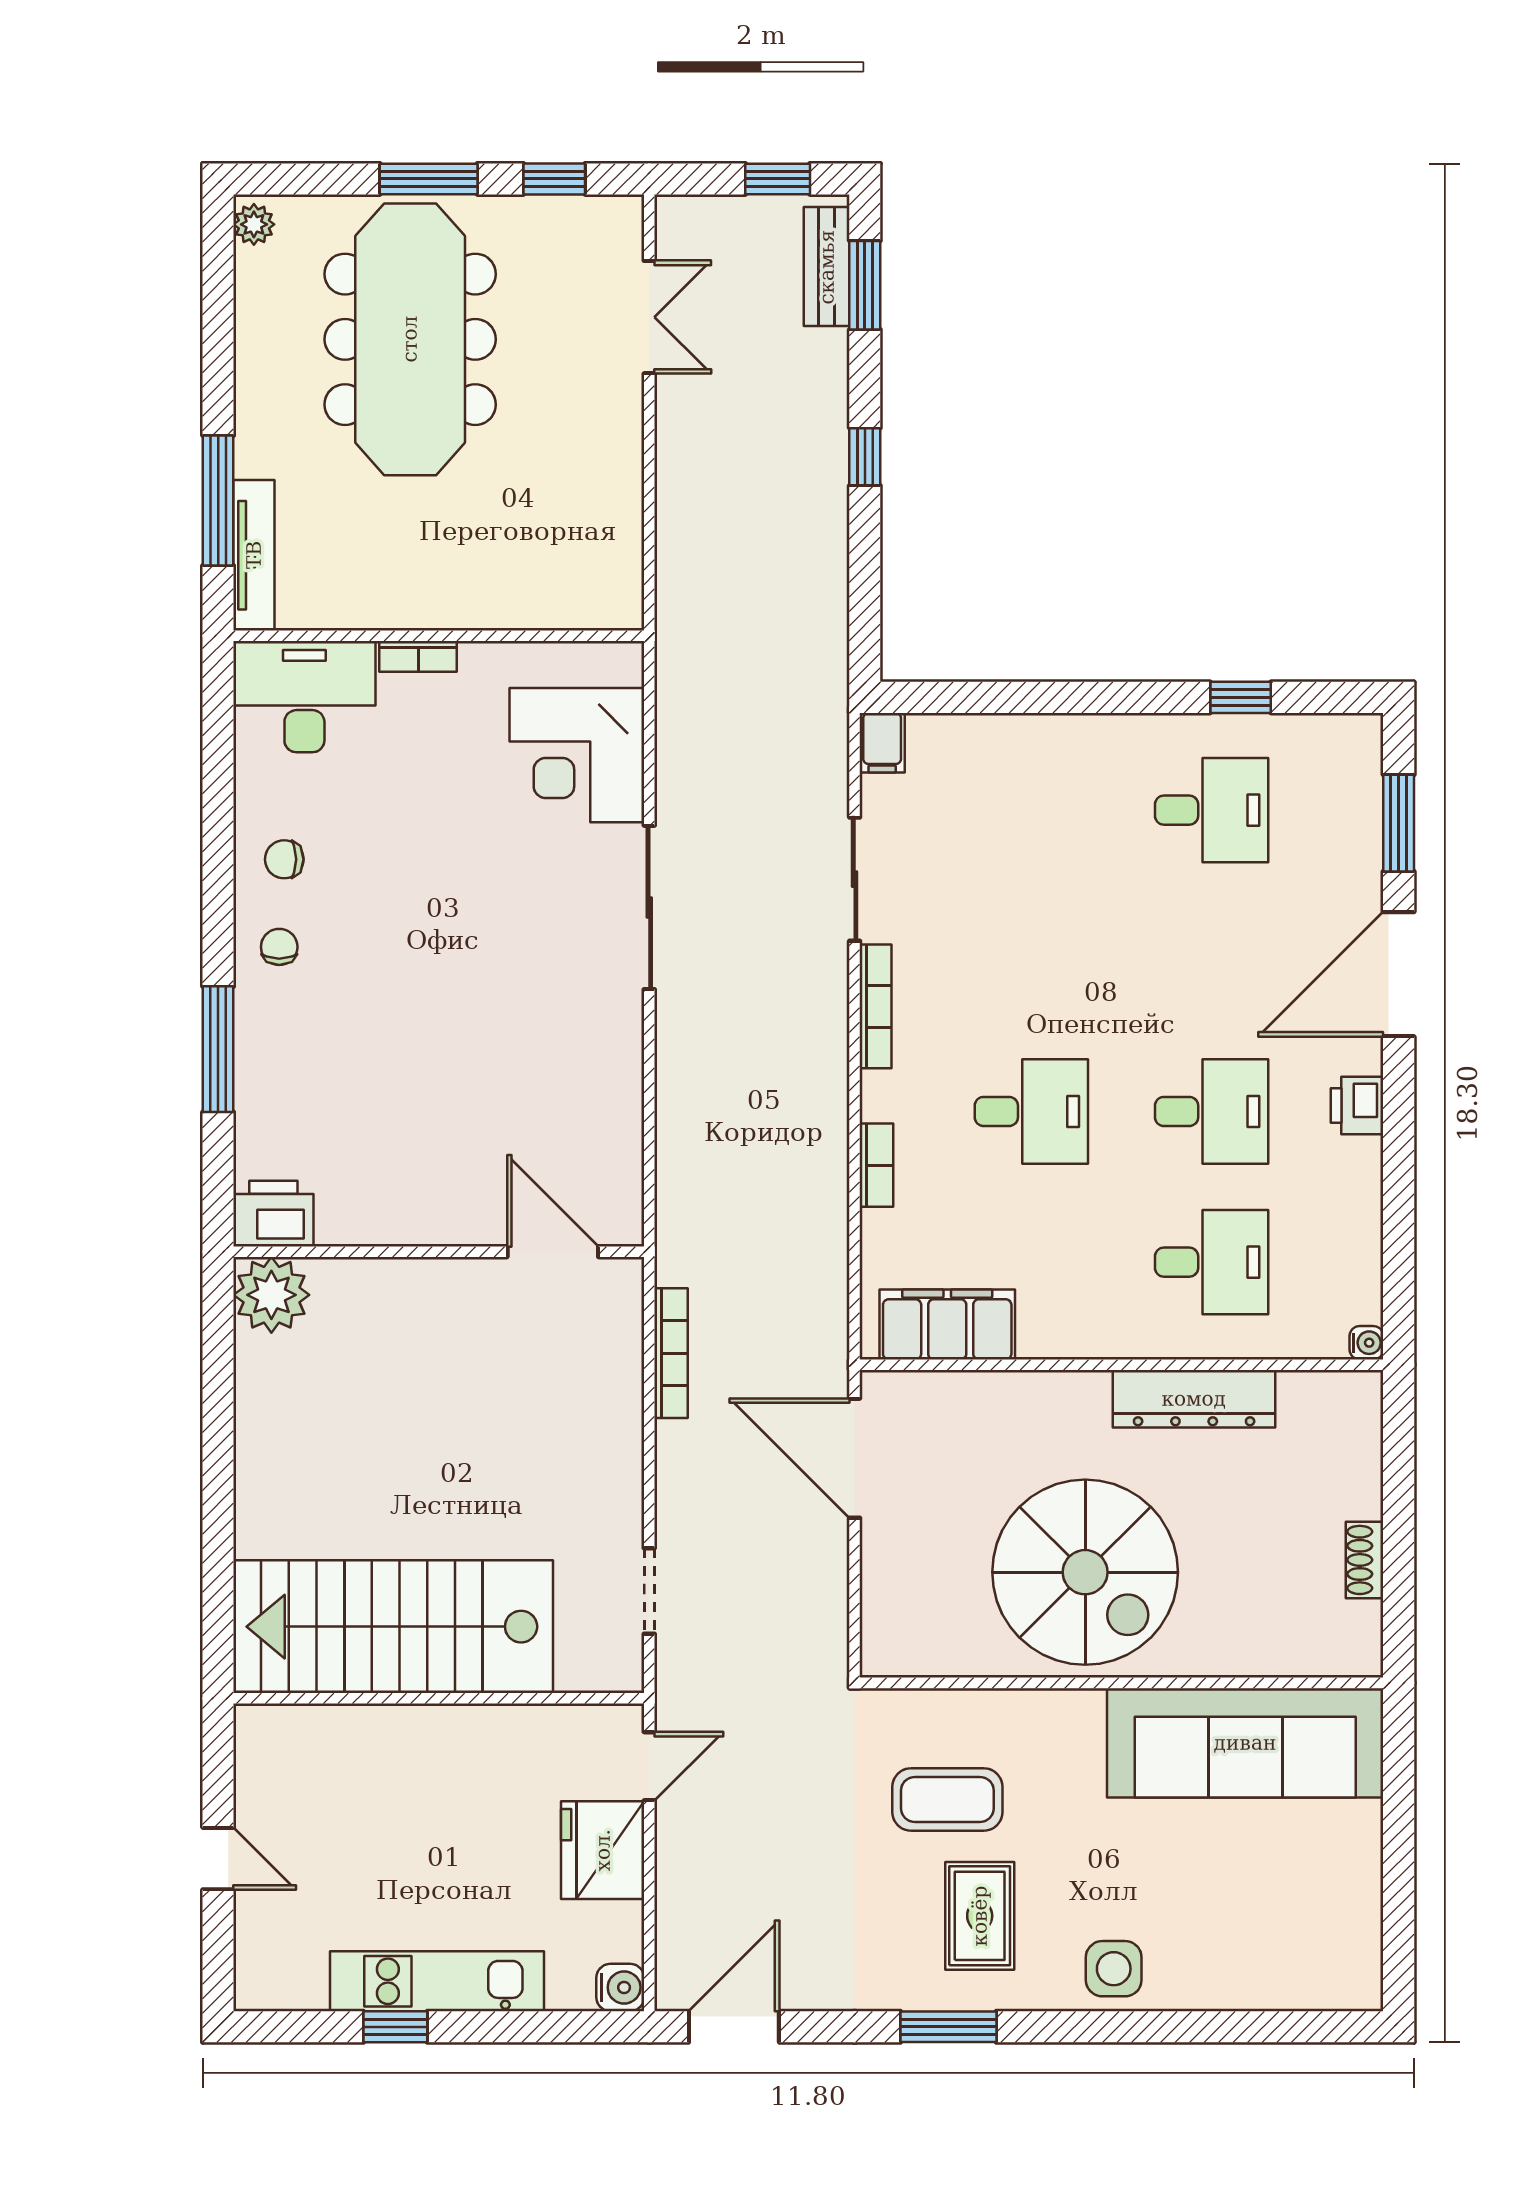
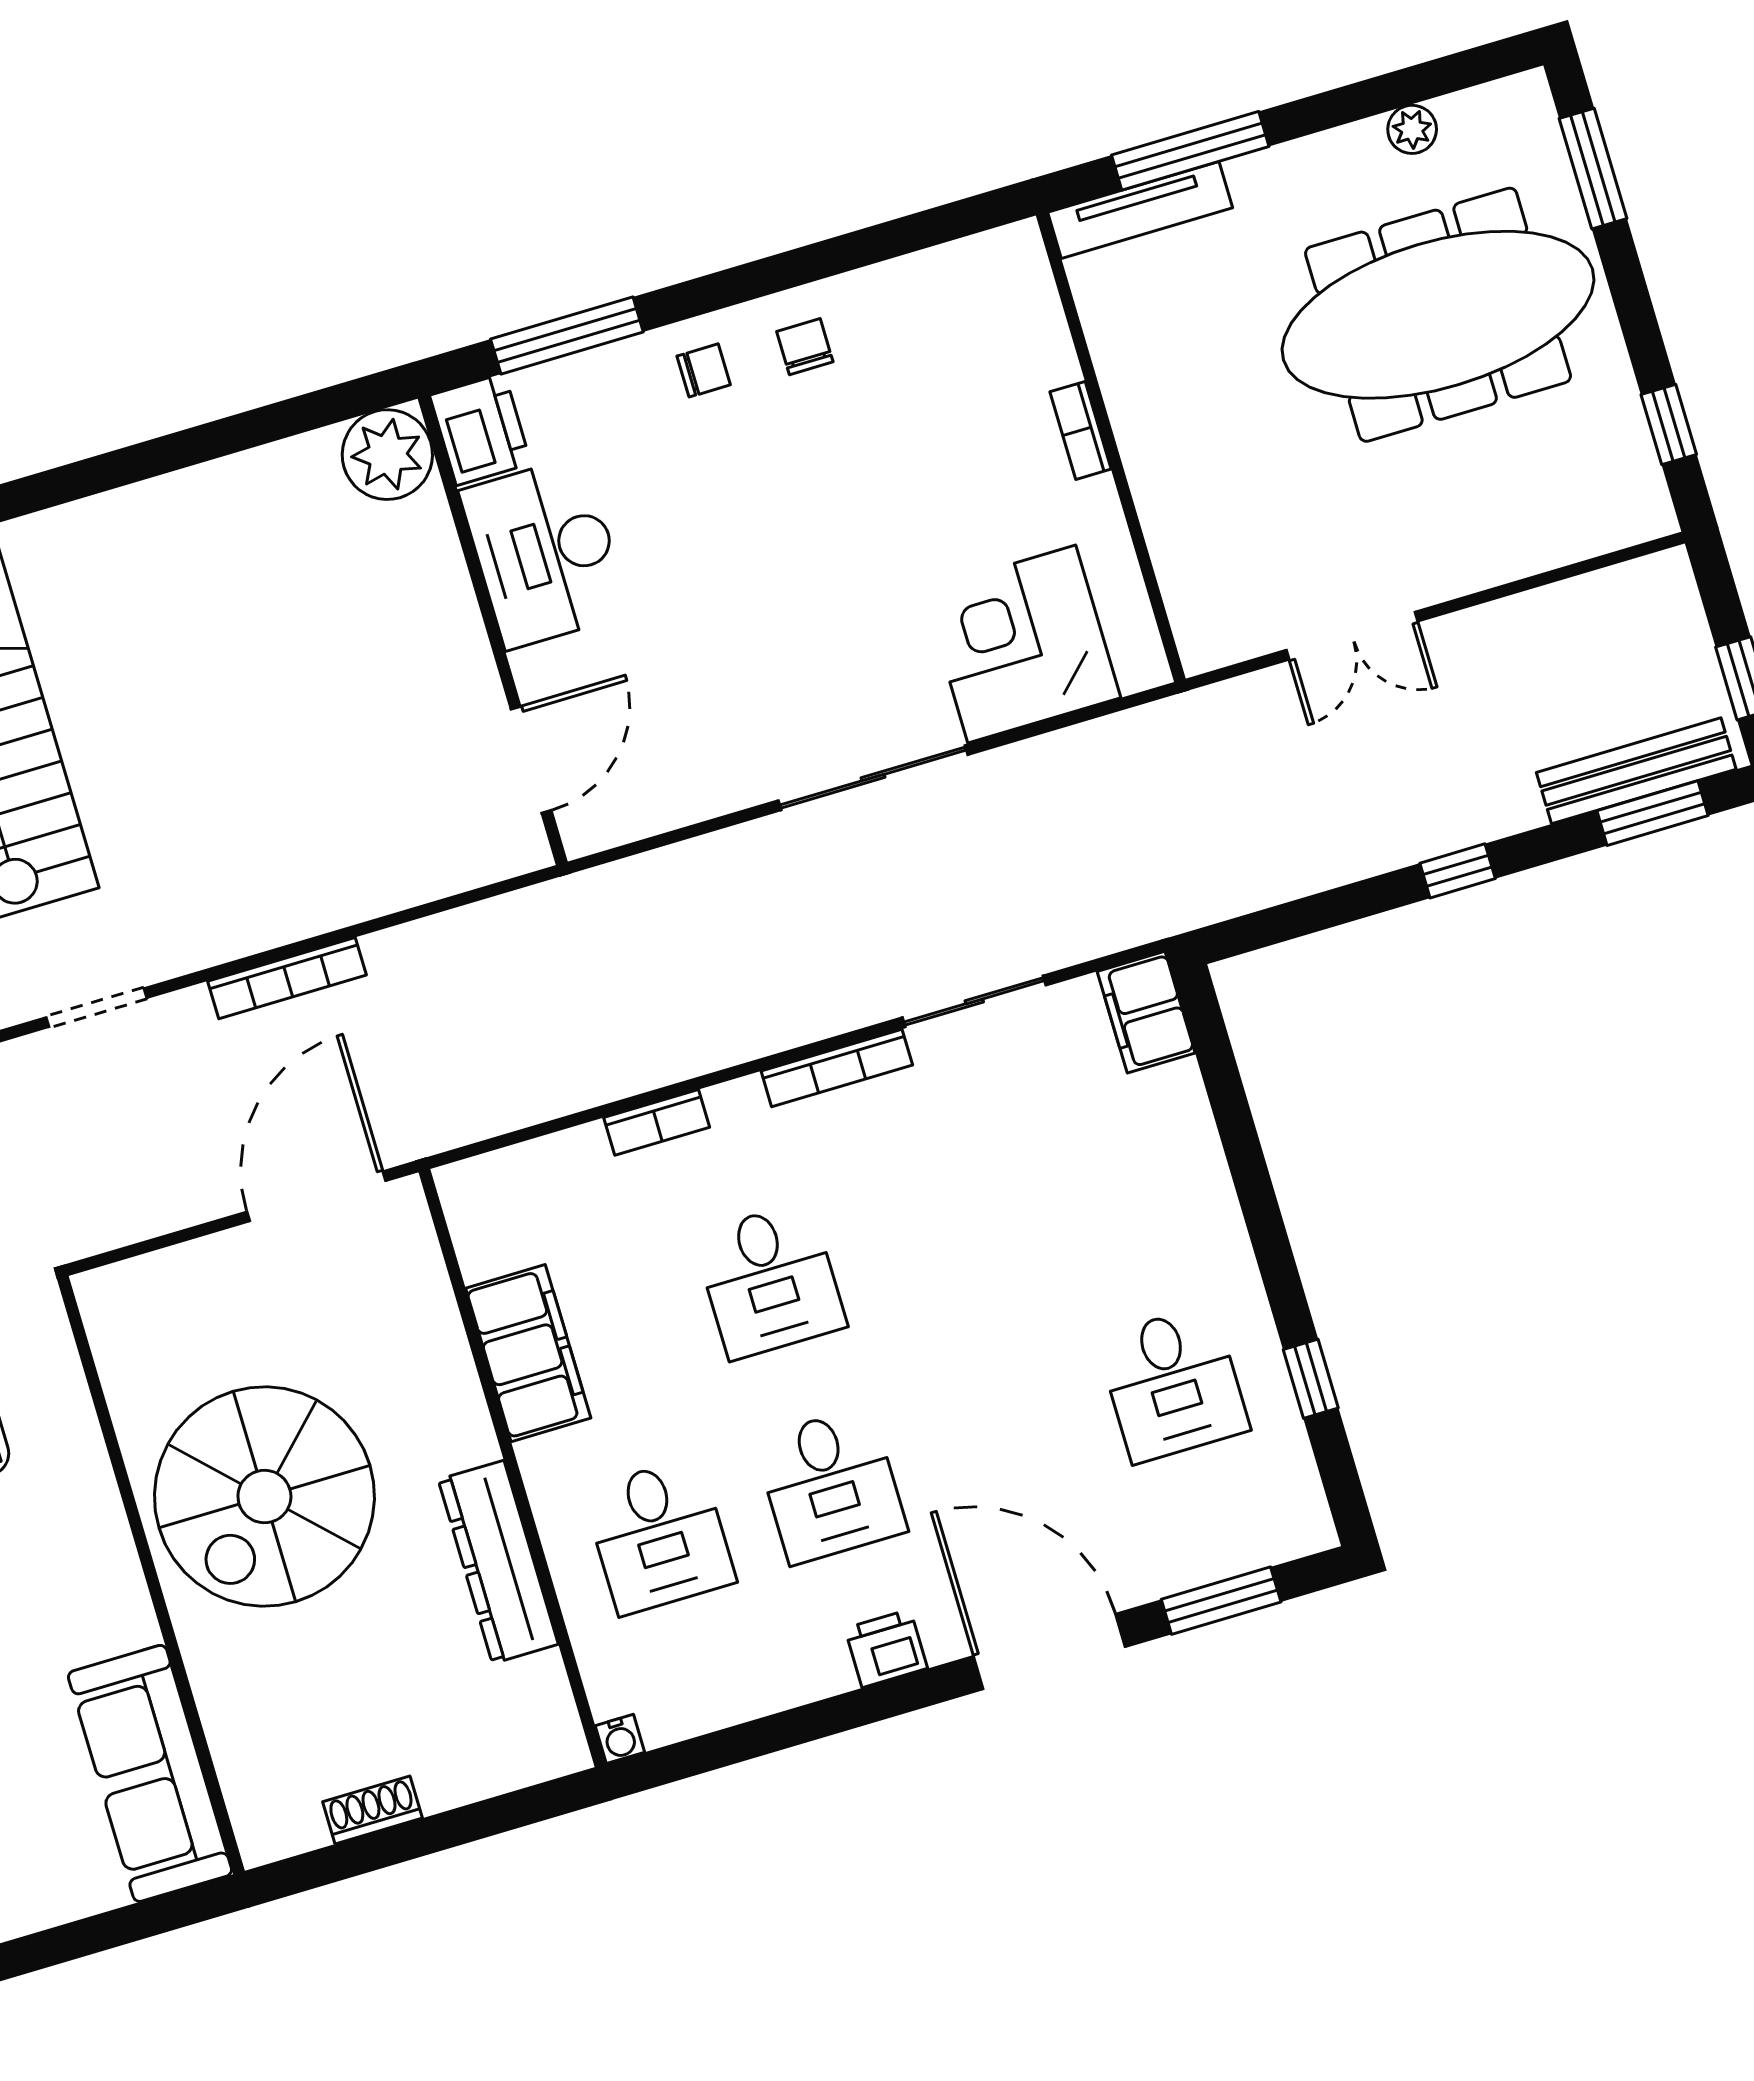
window: (429, 179) -> (1593, 169), moved
plant: (254, 224) -> (1412, 129), moved
bench: (827, 267) -> (1636, 771), width x1.36
double door: (649, 317) -> (1352, 636), moved
desk: (304, 697) -> (545, 552), moved, turned 180
filing cabinet: (882, 743) -> (1146, 1012), width x2.00
printer: (273, 1214) -> (480, 429), moved
wall: (439, 1252) -> (493, 630), moved
door: (553, 1252) -> (531, 760), moved
plant: (271, 1295) -> (387, 455), moved
filing cabinet: (947, 1324) -> (528, 1353), moved
bookcase: (671, 1353) -> (287, 978), moved
sofa: (1245, 1743) -> (150, 1773), width x0.74, depth x0.79

